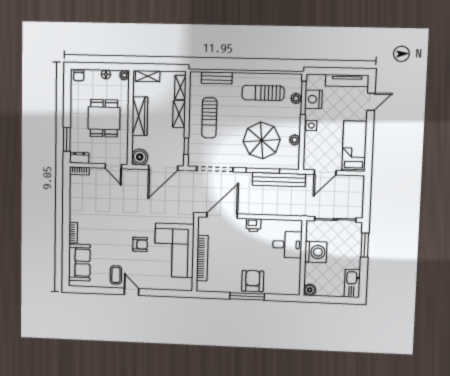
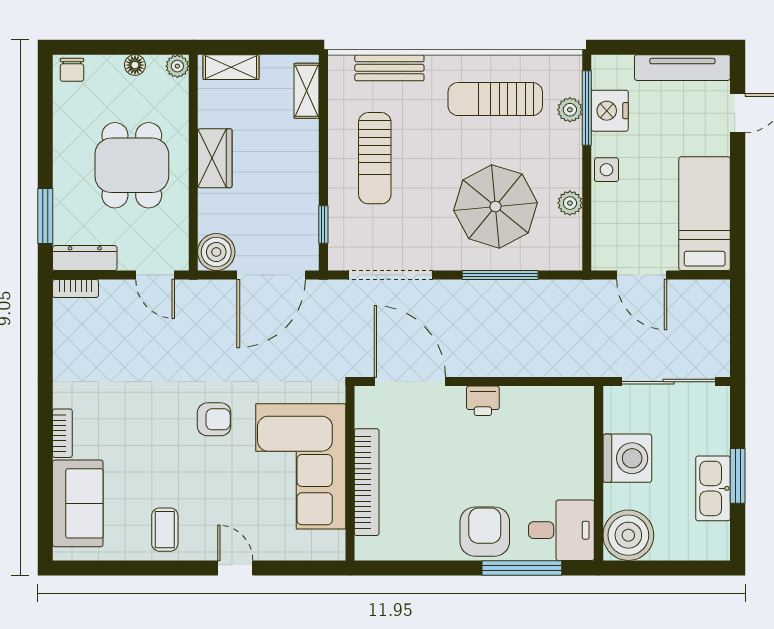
shelving: (179, 114) -> (305, 152), removed
wardrobe: (140, 116) -> (215, 158), width x0.67
dresser: (79, 158) -> (85, 258), width x1.44
door: (325, 172) -> (642, 275), hinge flipped
bench: (279, 180) -> (537, 294), removed
door: (222, 216) -> (410, 382), hinge flipped
armchair: (140, 244) -> (214, 419), moved
desk: (287, 245) -> (561, 530), moved
window: (365, 245) -> (738, 476), moved
kitchen sink: (352, 283) -> (713, 488), moved
boiler: (310, 290) -> (628, 535), width x1.86, depth x1.86
door: (132, 292) -> (235, 568), moved
window: (247, 296) -> (522, 568), moved

